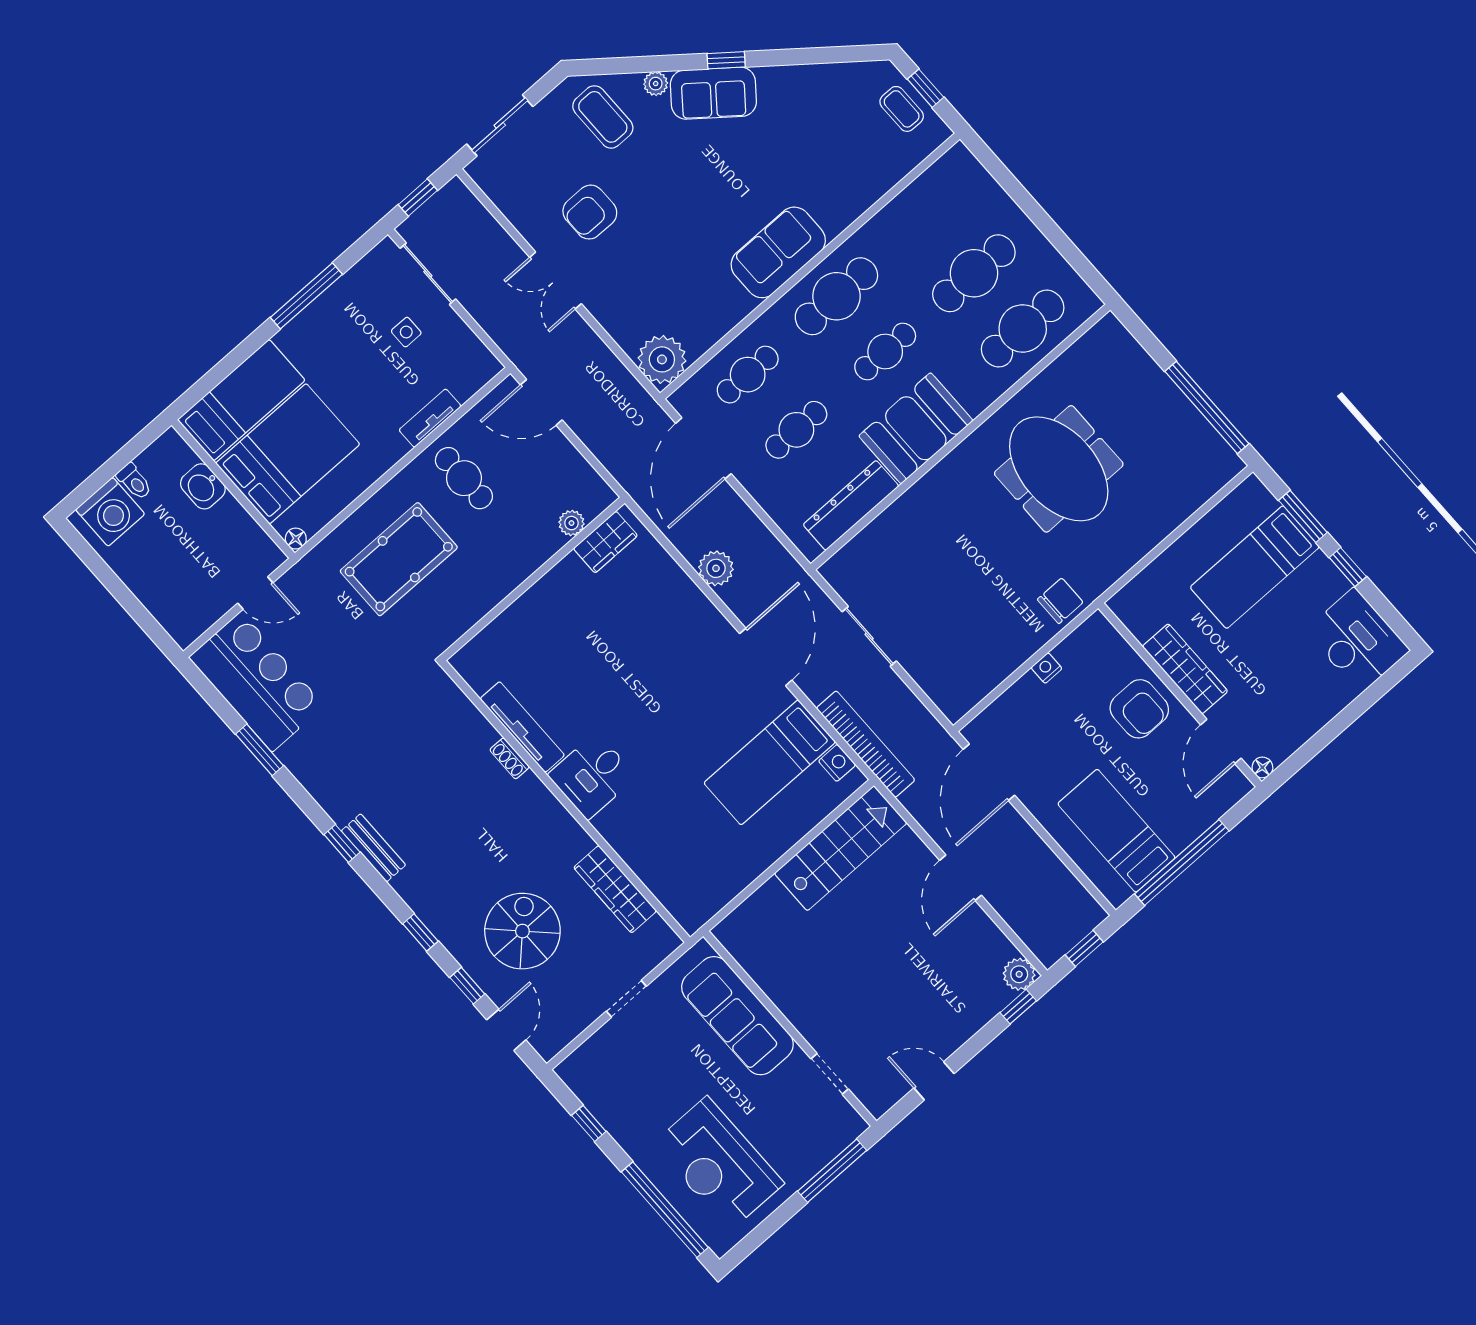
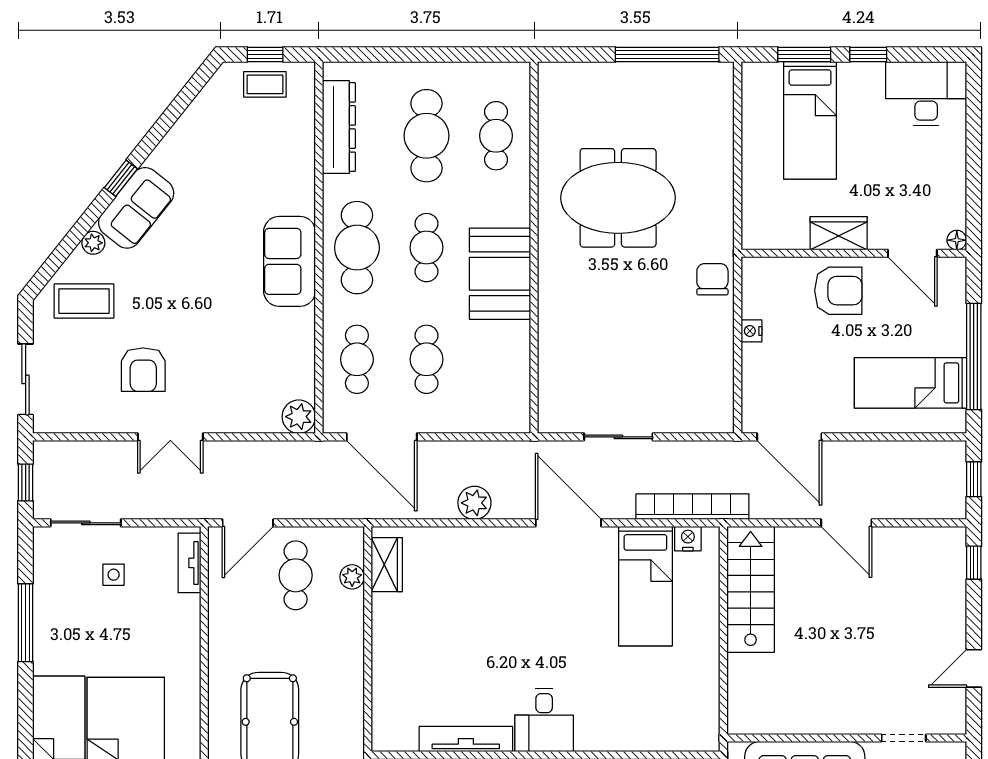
cafe table: (1023, 328) -> (496, 136), width x0.73, depth x0.74
plant: (662, 359) -> (299, 417), width x0.73, depth x0.73
tv unit: (430, 418) -> (189, 563), moved
cafe table: (464, 478) -> (296, 575), moved, turned 90
dresser: (851, 505) -> (339, 127), moved, turned 180
wardrobe: (1185, 669) -> (839, 233), width x0.67
plant: (1019, 974) -> (951, 542), removed

